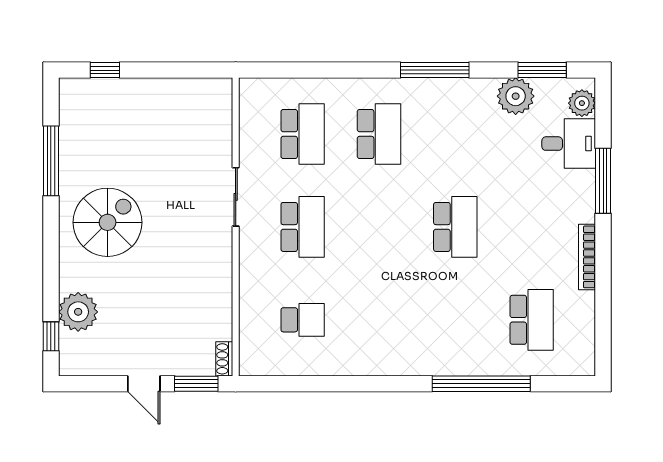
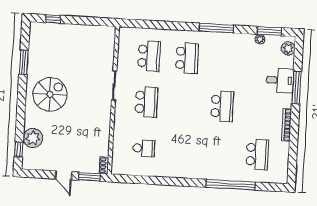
plant: (516, 96) -> (260, 39), width x0.53, depth x0.53
desk: (569, 144) -> (280, 80), moved
window: (51, 161) -> (24, 62), width x0.69

